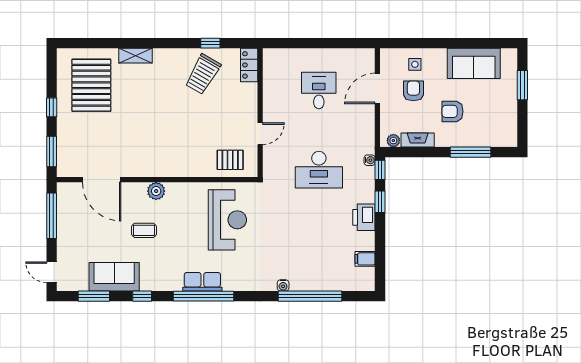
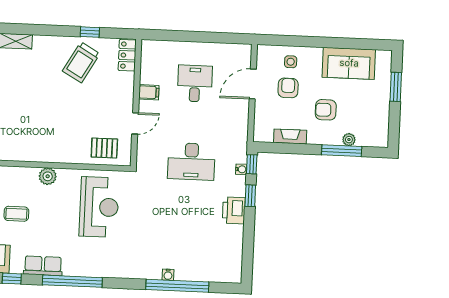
plant: (393, 141) -> (349, 140), moved
water cooler: (370, 160) -> (241, 169), moved
plant: (156, 191) -> (48, 176), moved
filing cabinet: (365, 259) -> (149, 92), moved, turned 180
row of seats: (202, 282) -> (43, 266), moved
water cooler: (283, 285) -> (168, 275), moved

